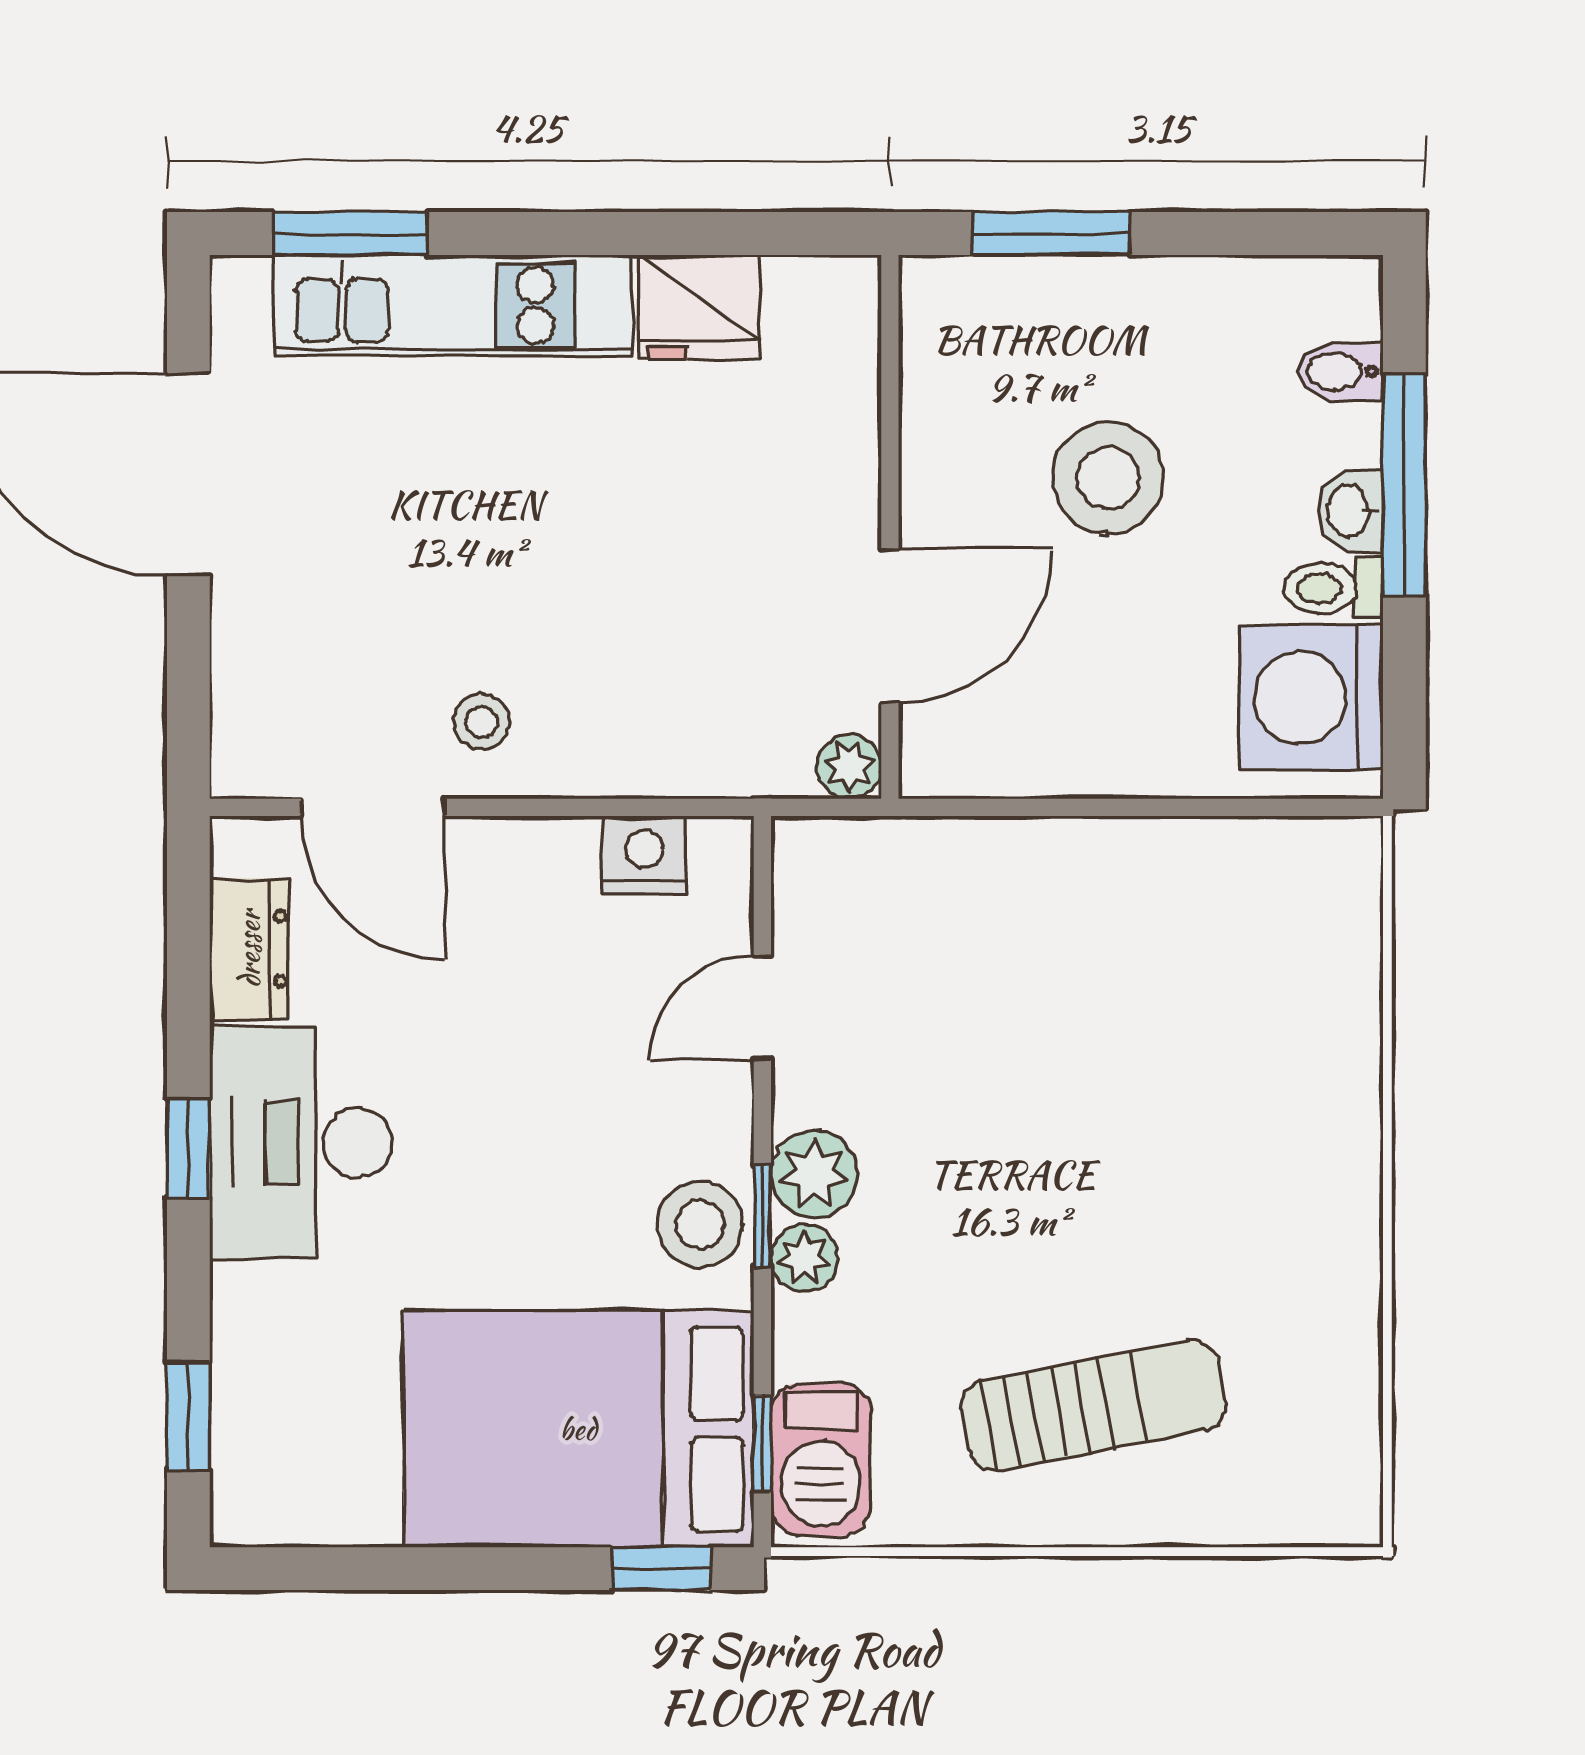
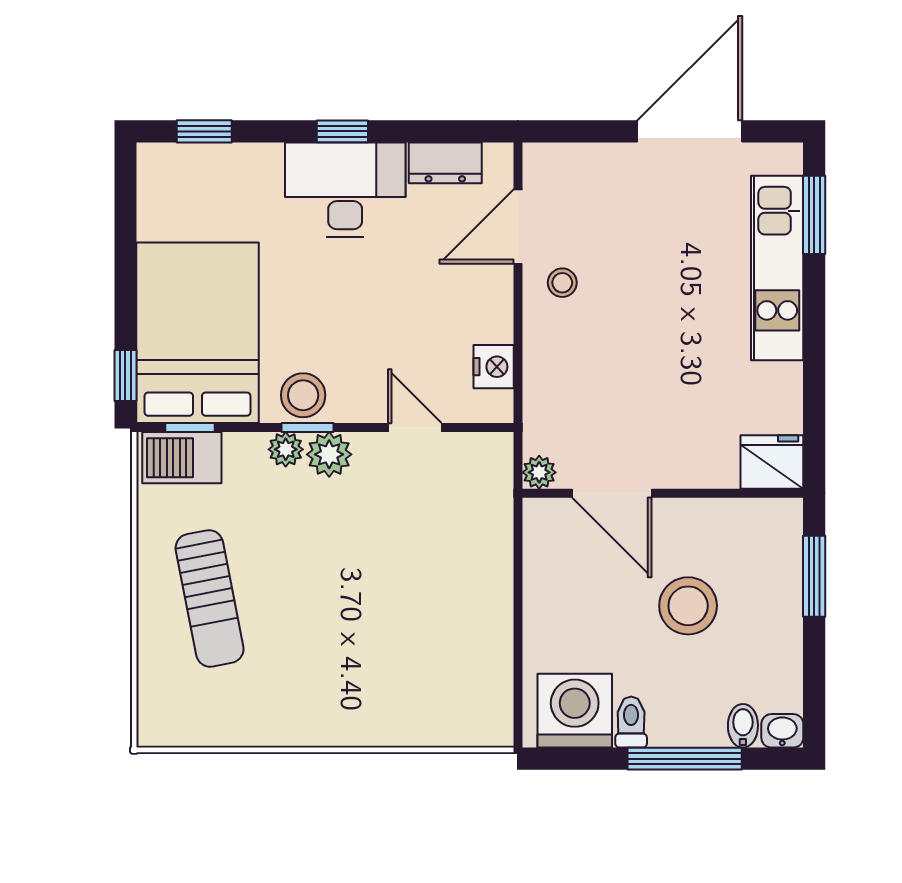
fridge: (699, 307) -> (772, 462), moved, turned 90
washbasin: (1350, 511) -> (782, 731), moved

